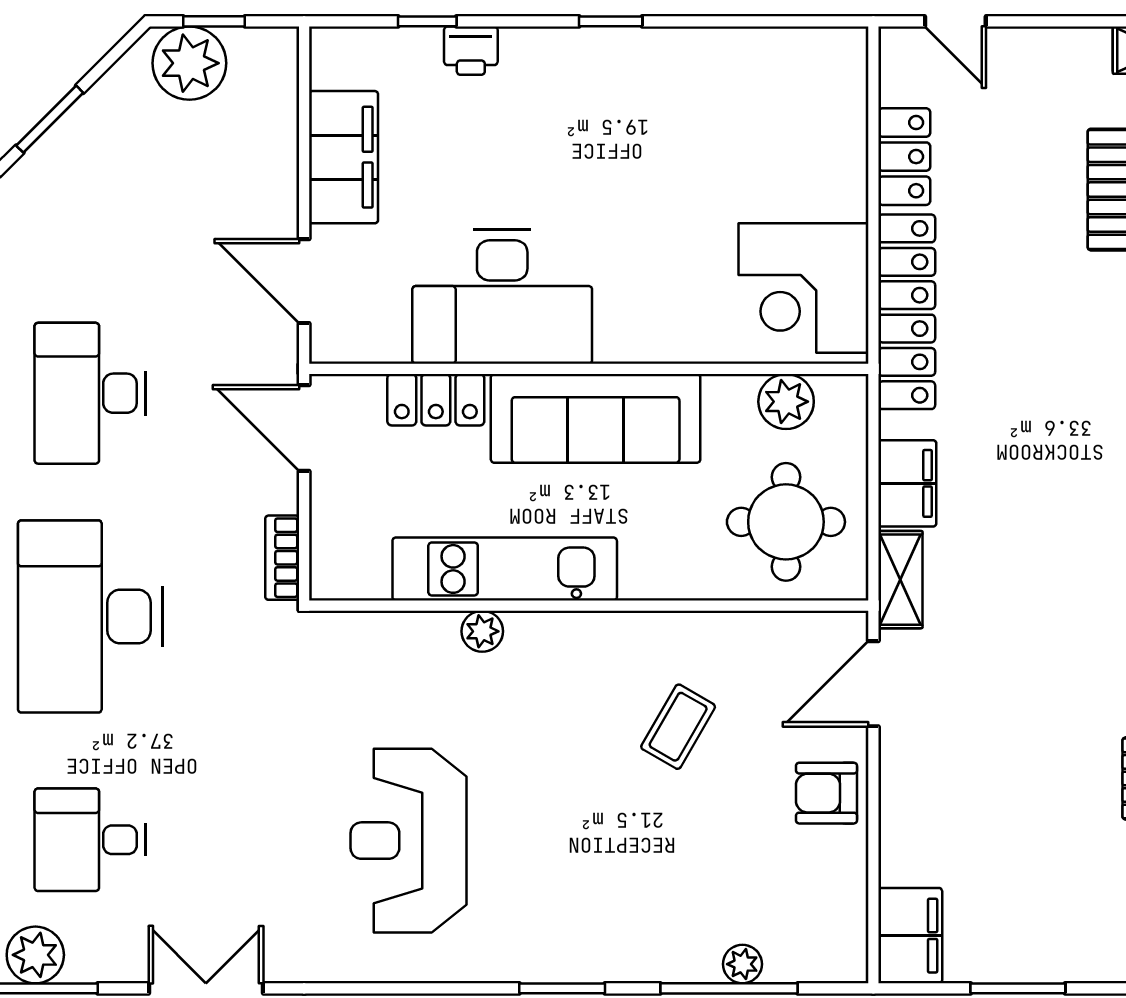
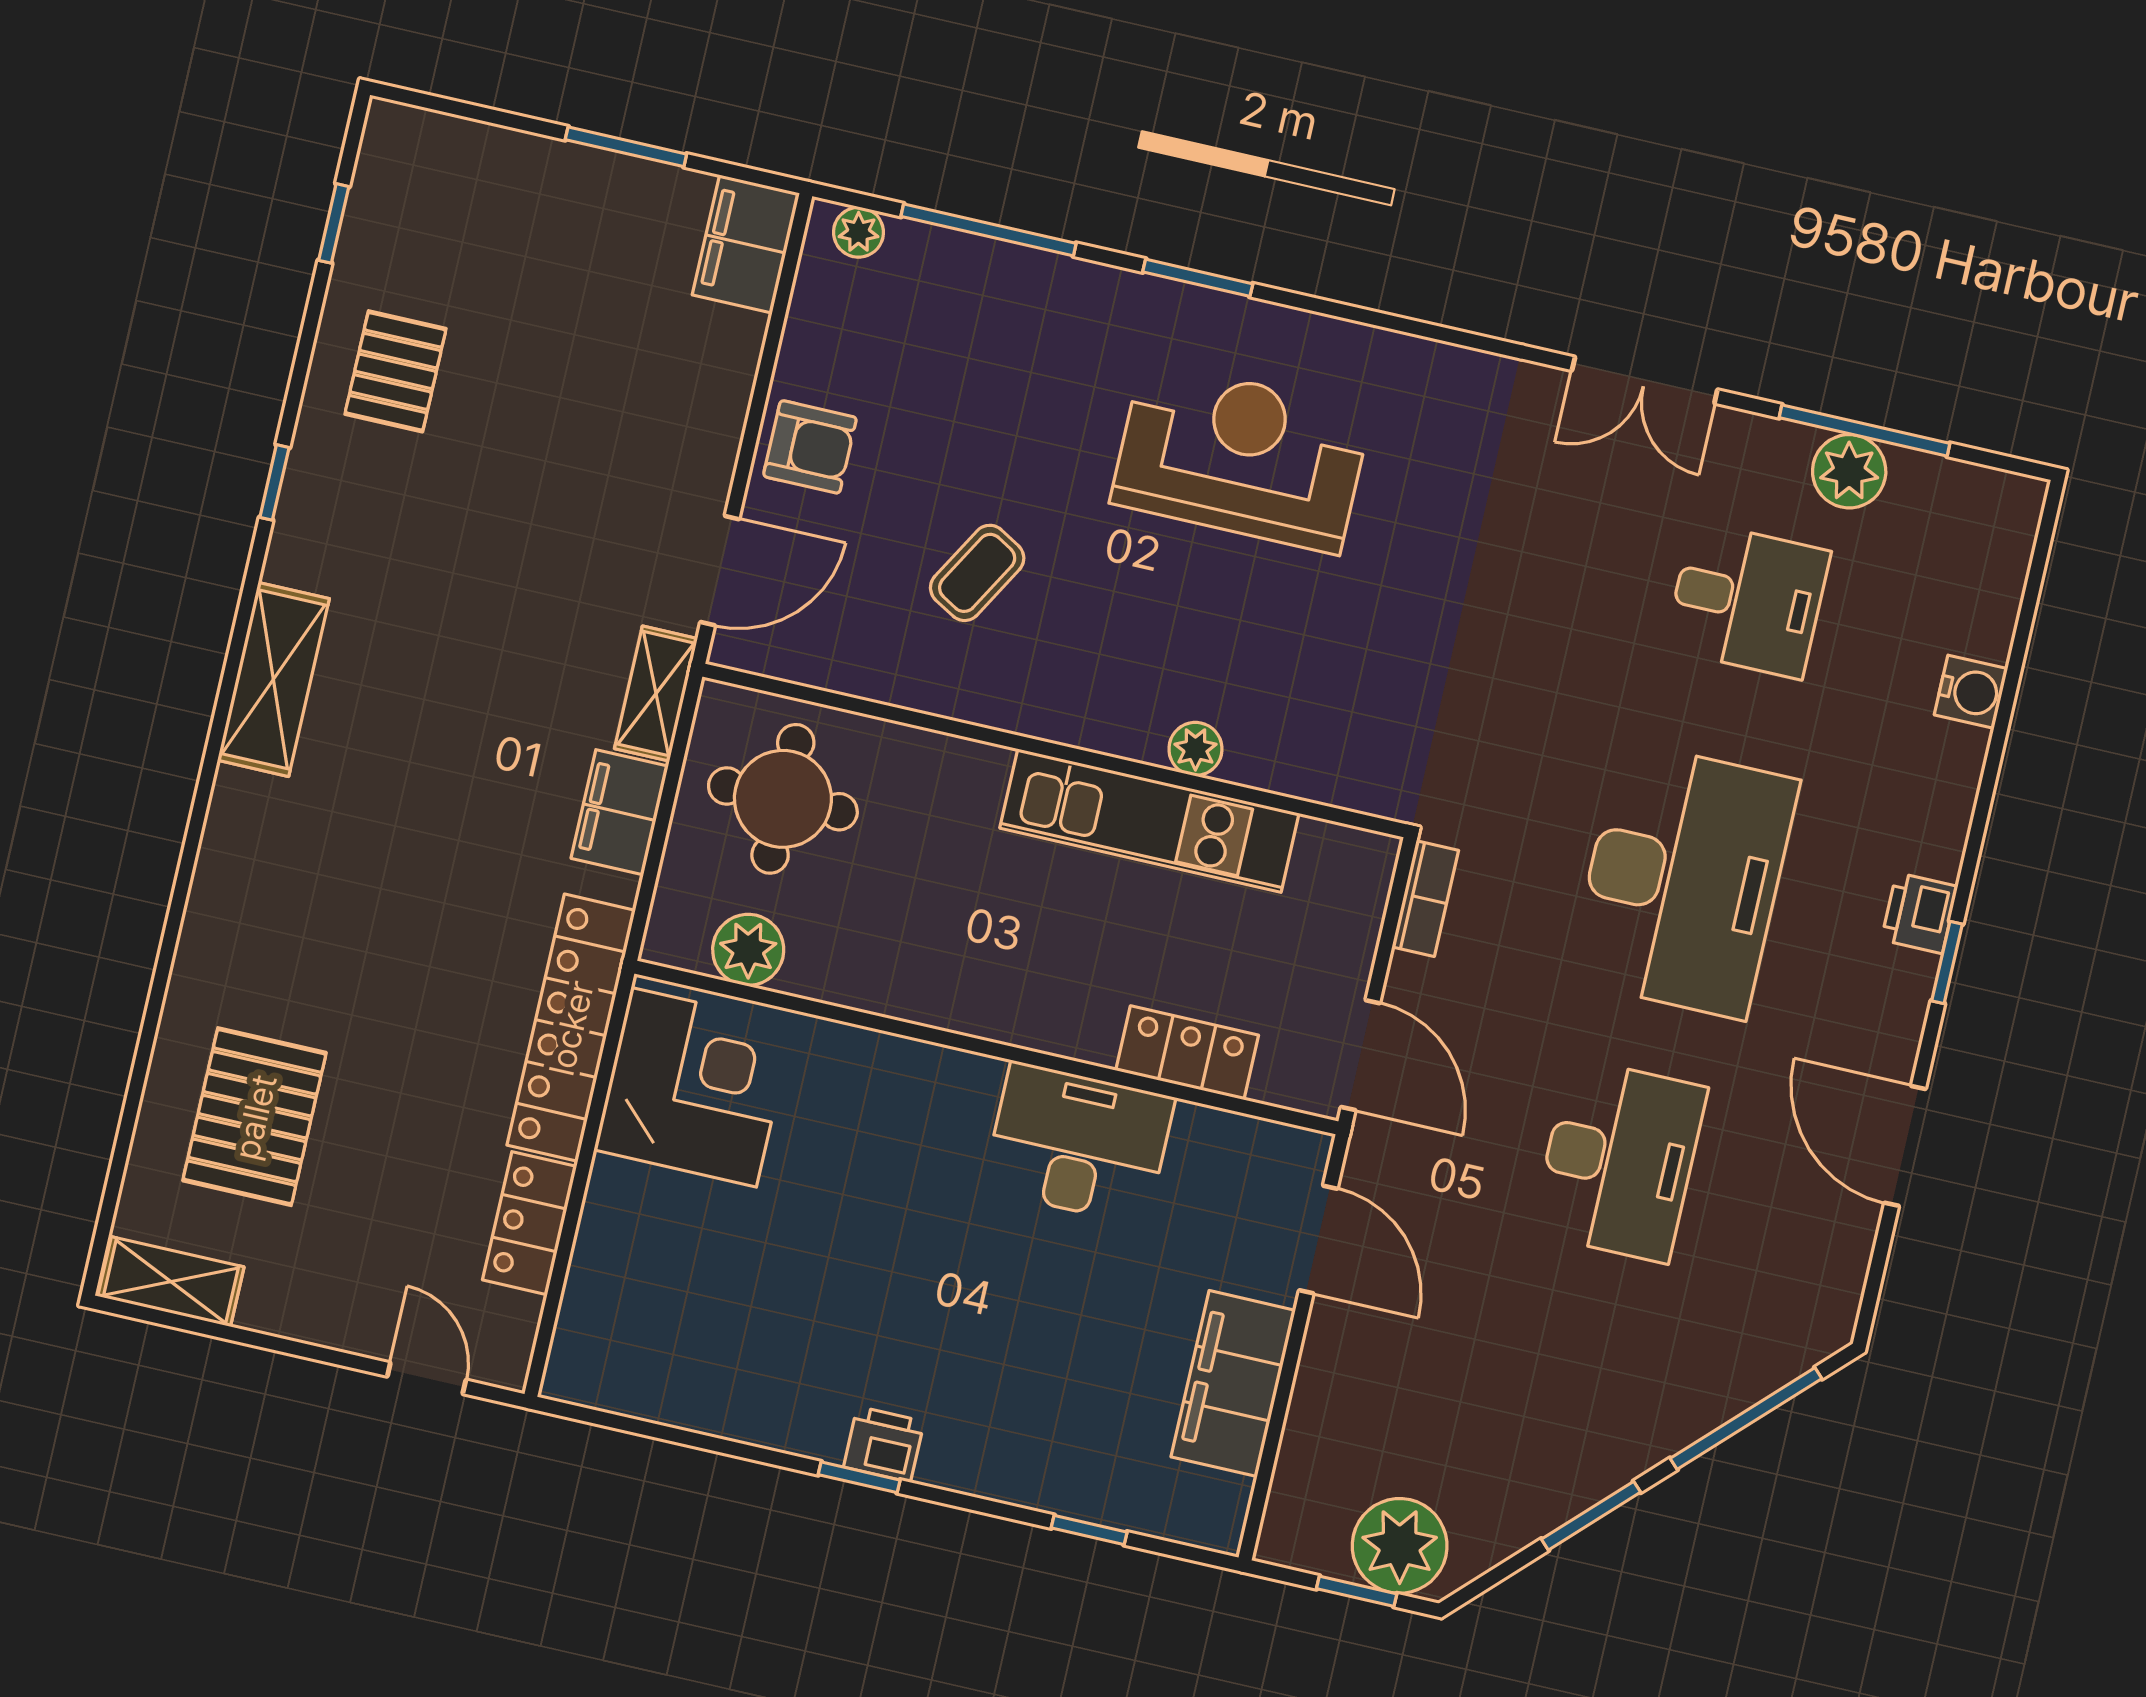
printer: (471, 51) -> (884, 1444), moved
desk: (502, 297) -> (1079, 1144), width x0.73, depth x0.77
sofa: (596, 418) -> (992, 983), removed
reception desk: (408, 841) -> (1241, 457), moved, turned -90
plant: (742, 964) -> (859, 232), moved

